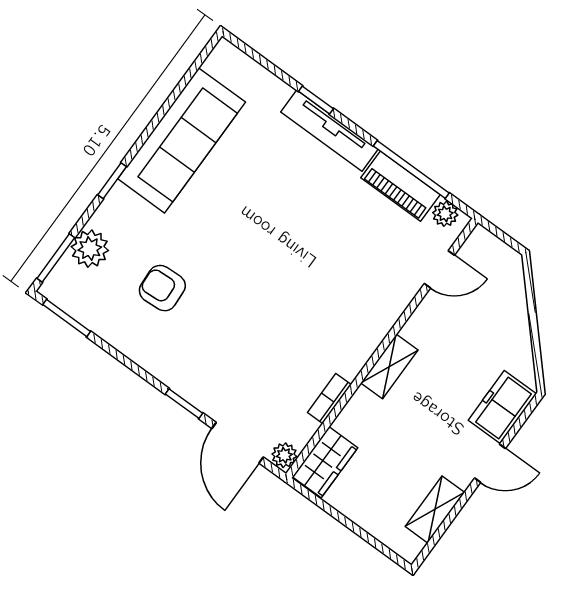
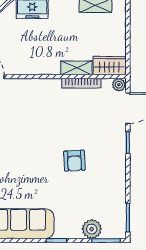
armchair: (162, 288) -> (74, 161), moved
shelving: (389, 367) -> (76, 68), moved
bookcase: (329, 399) -> (81, 83), width x1.56

